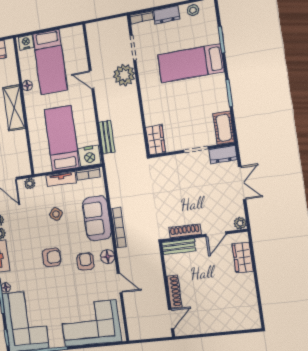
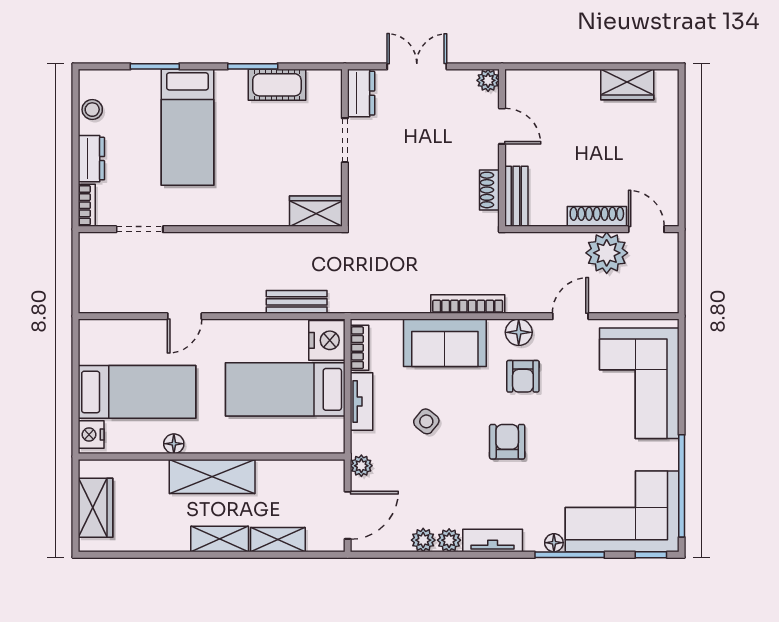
plant: (124, 75) -> (607, 253), moved
cot: (224, 128) -> (277, 85), moved
shoe rack: (185, 231) -> (489, 190), width x0.70
wardrobe: (243, 258) -> (627, 85), moved
armchair: (86, 262) -> (523, 376), turned -90

